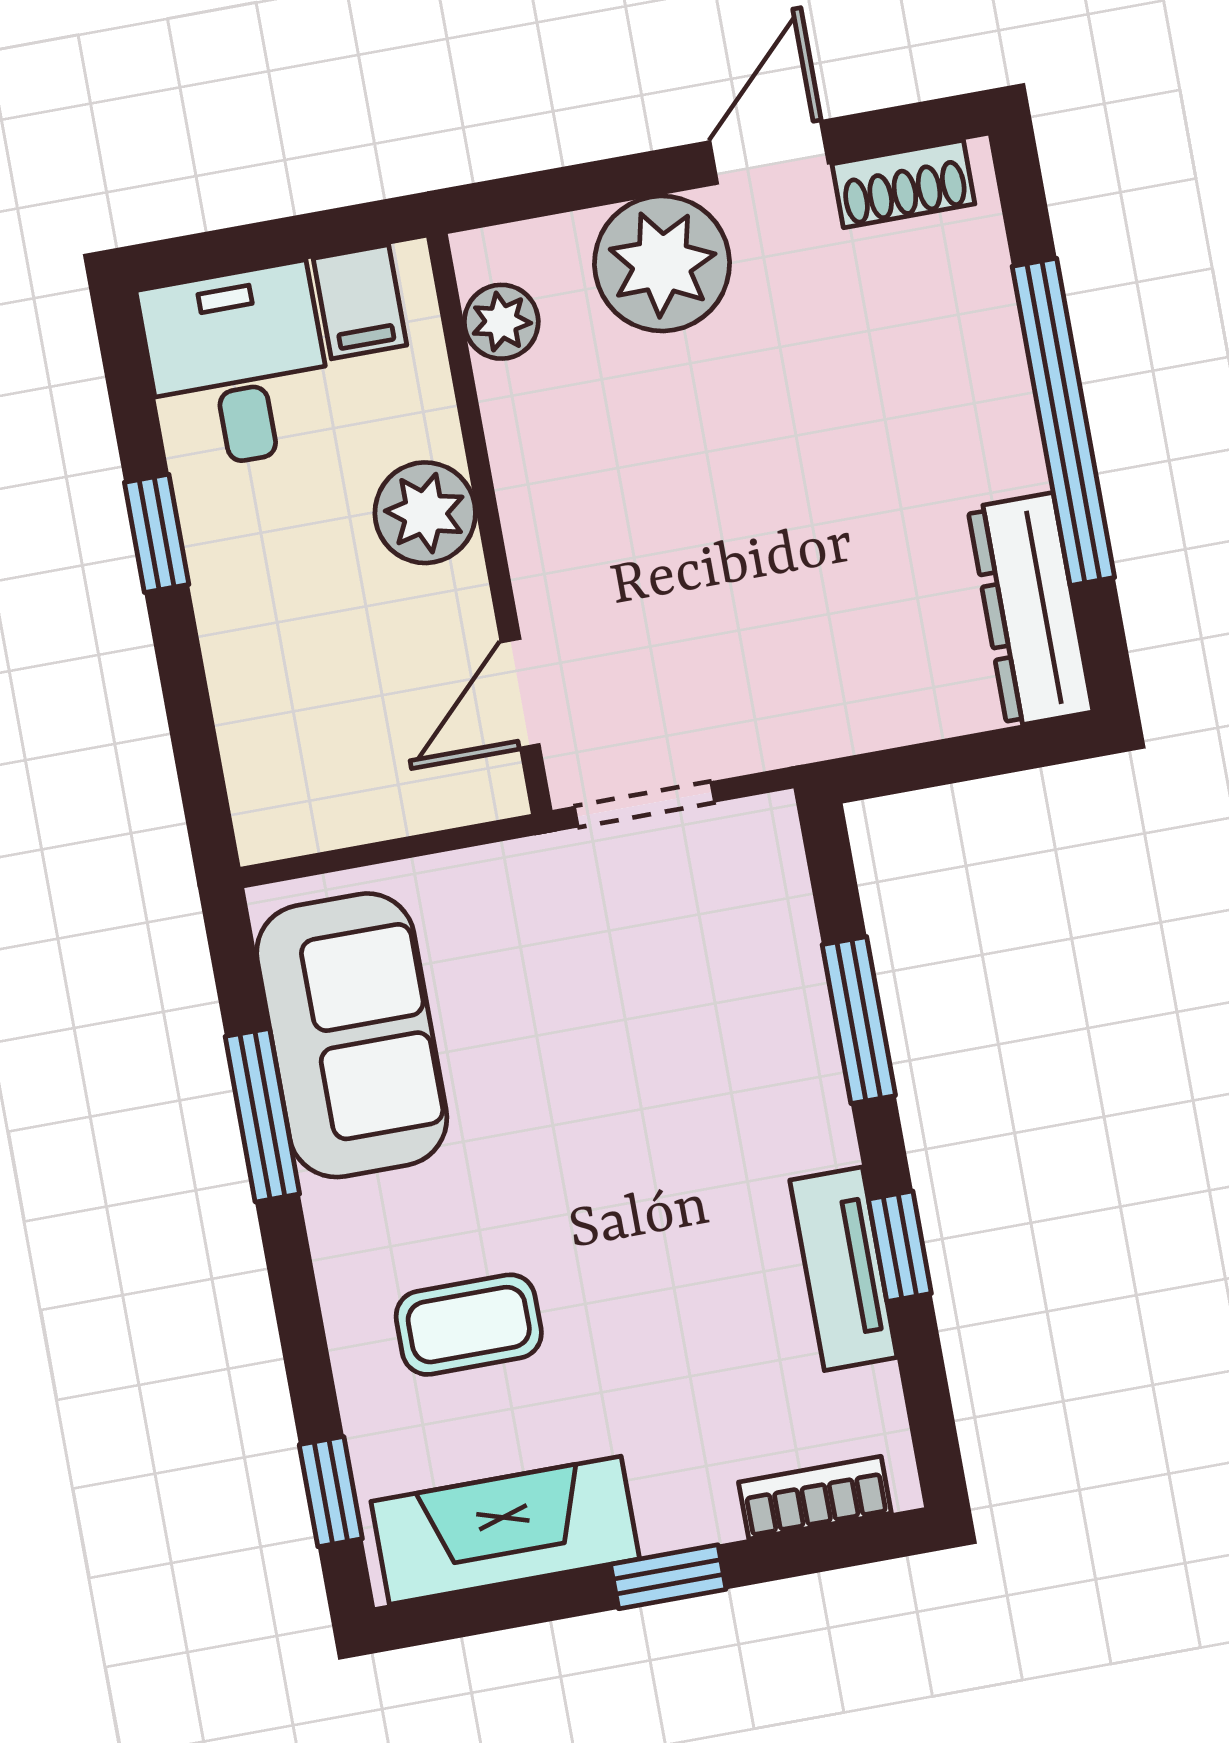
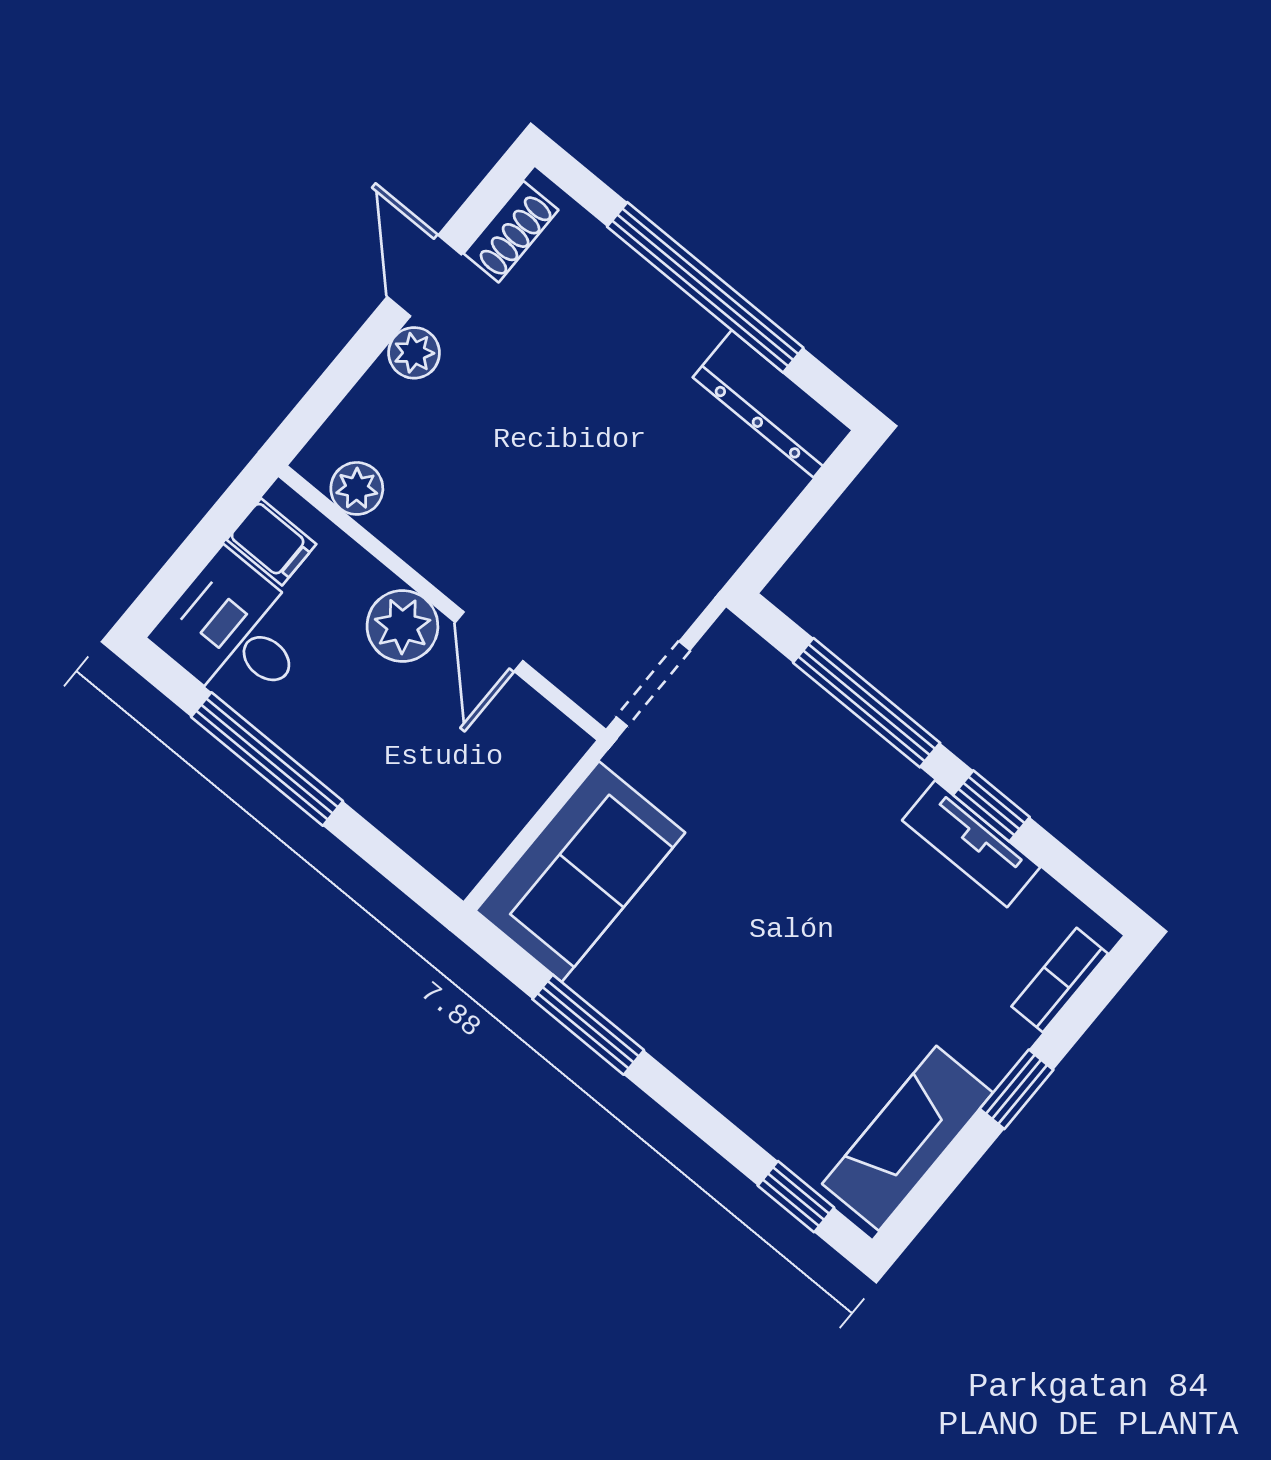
plant: (662, 264) -> (414, 353), width x0.53, depth x0.53
window: (157, 533) -> (267, 759), width x2.17
door: (520, 693) -> (489, 642), moved
window: (859, 1020) -> (867, 703), width x1.44
sofa: (352, 1035) -> (580, 872), moved, turned 90
coffee table: (469, 1325) -> (794, 1044), removed

